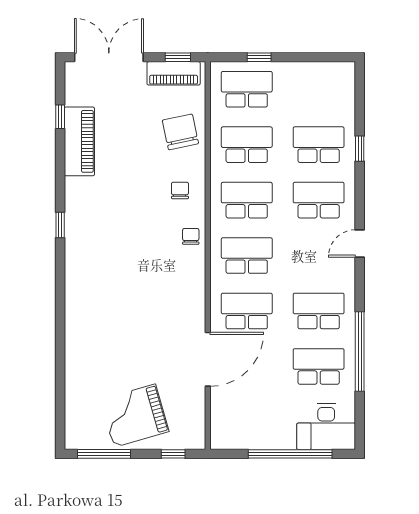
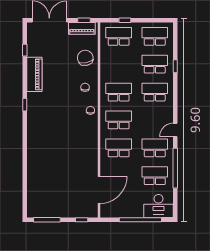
piano: (79, 141) -> (34, 74), moved
school desk: (247, 145) -> (155, 36), moved
door: (360, 243) -> (175, 130), moved
door: (208, 359) -> (99, 190), moved
grand piano: (135, 416) -> (62, 200), removed

